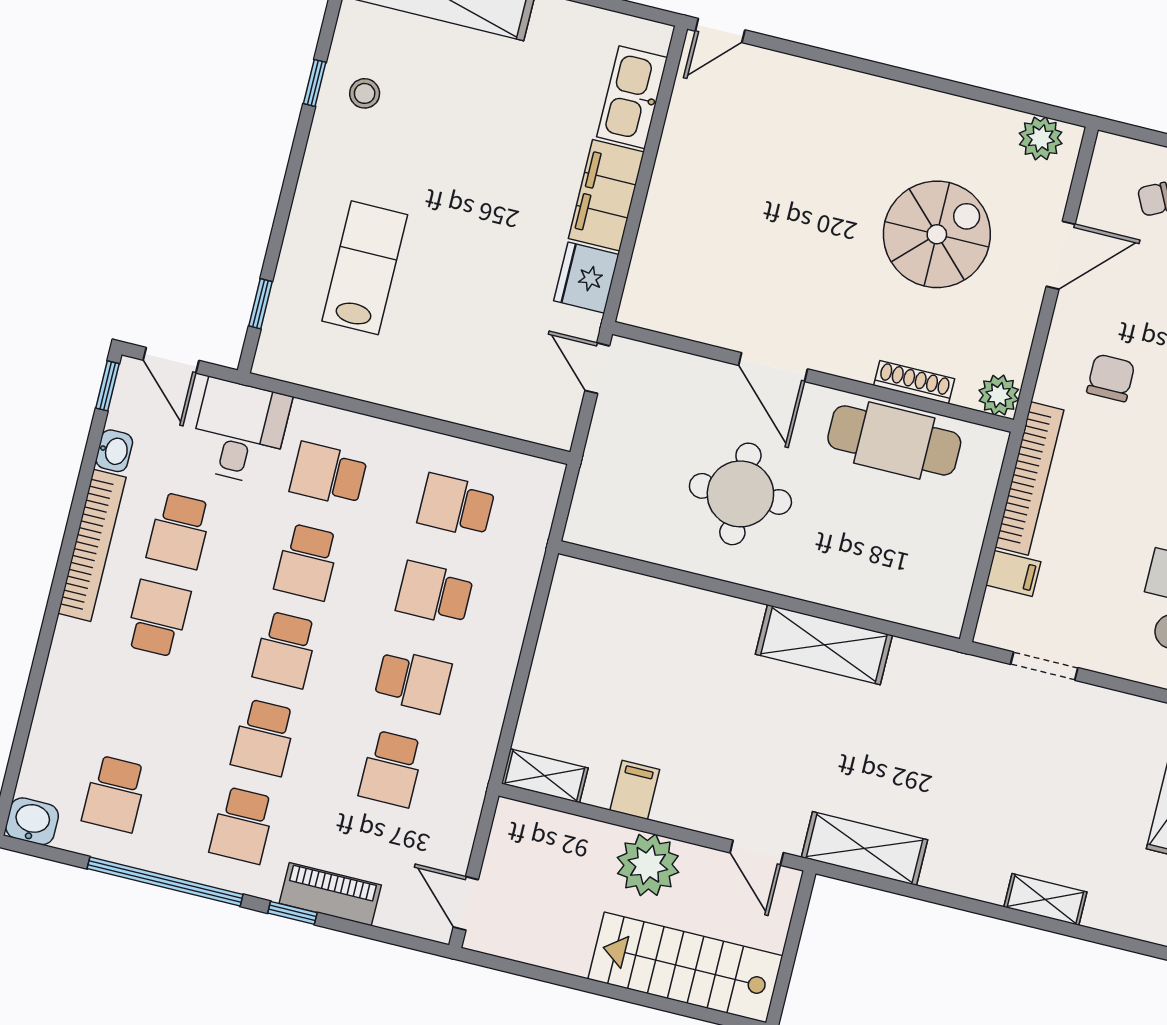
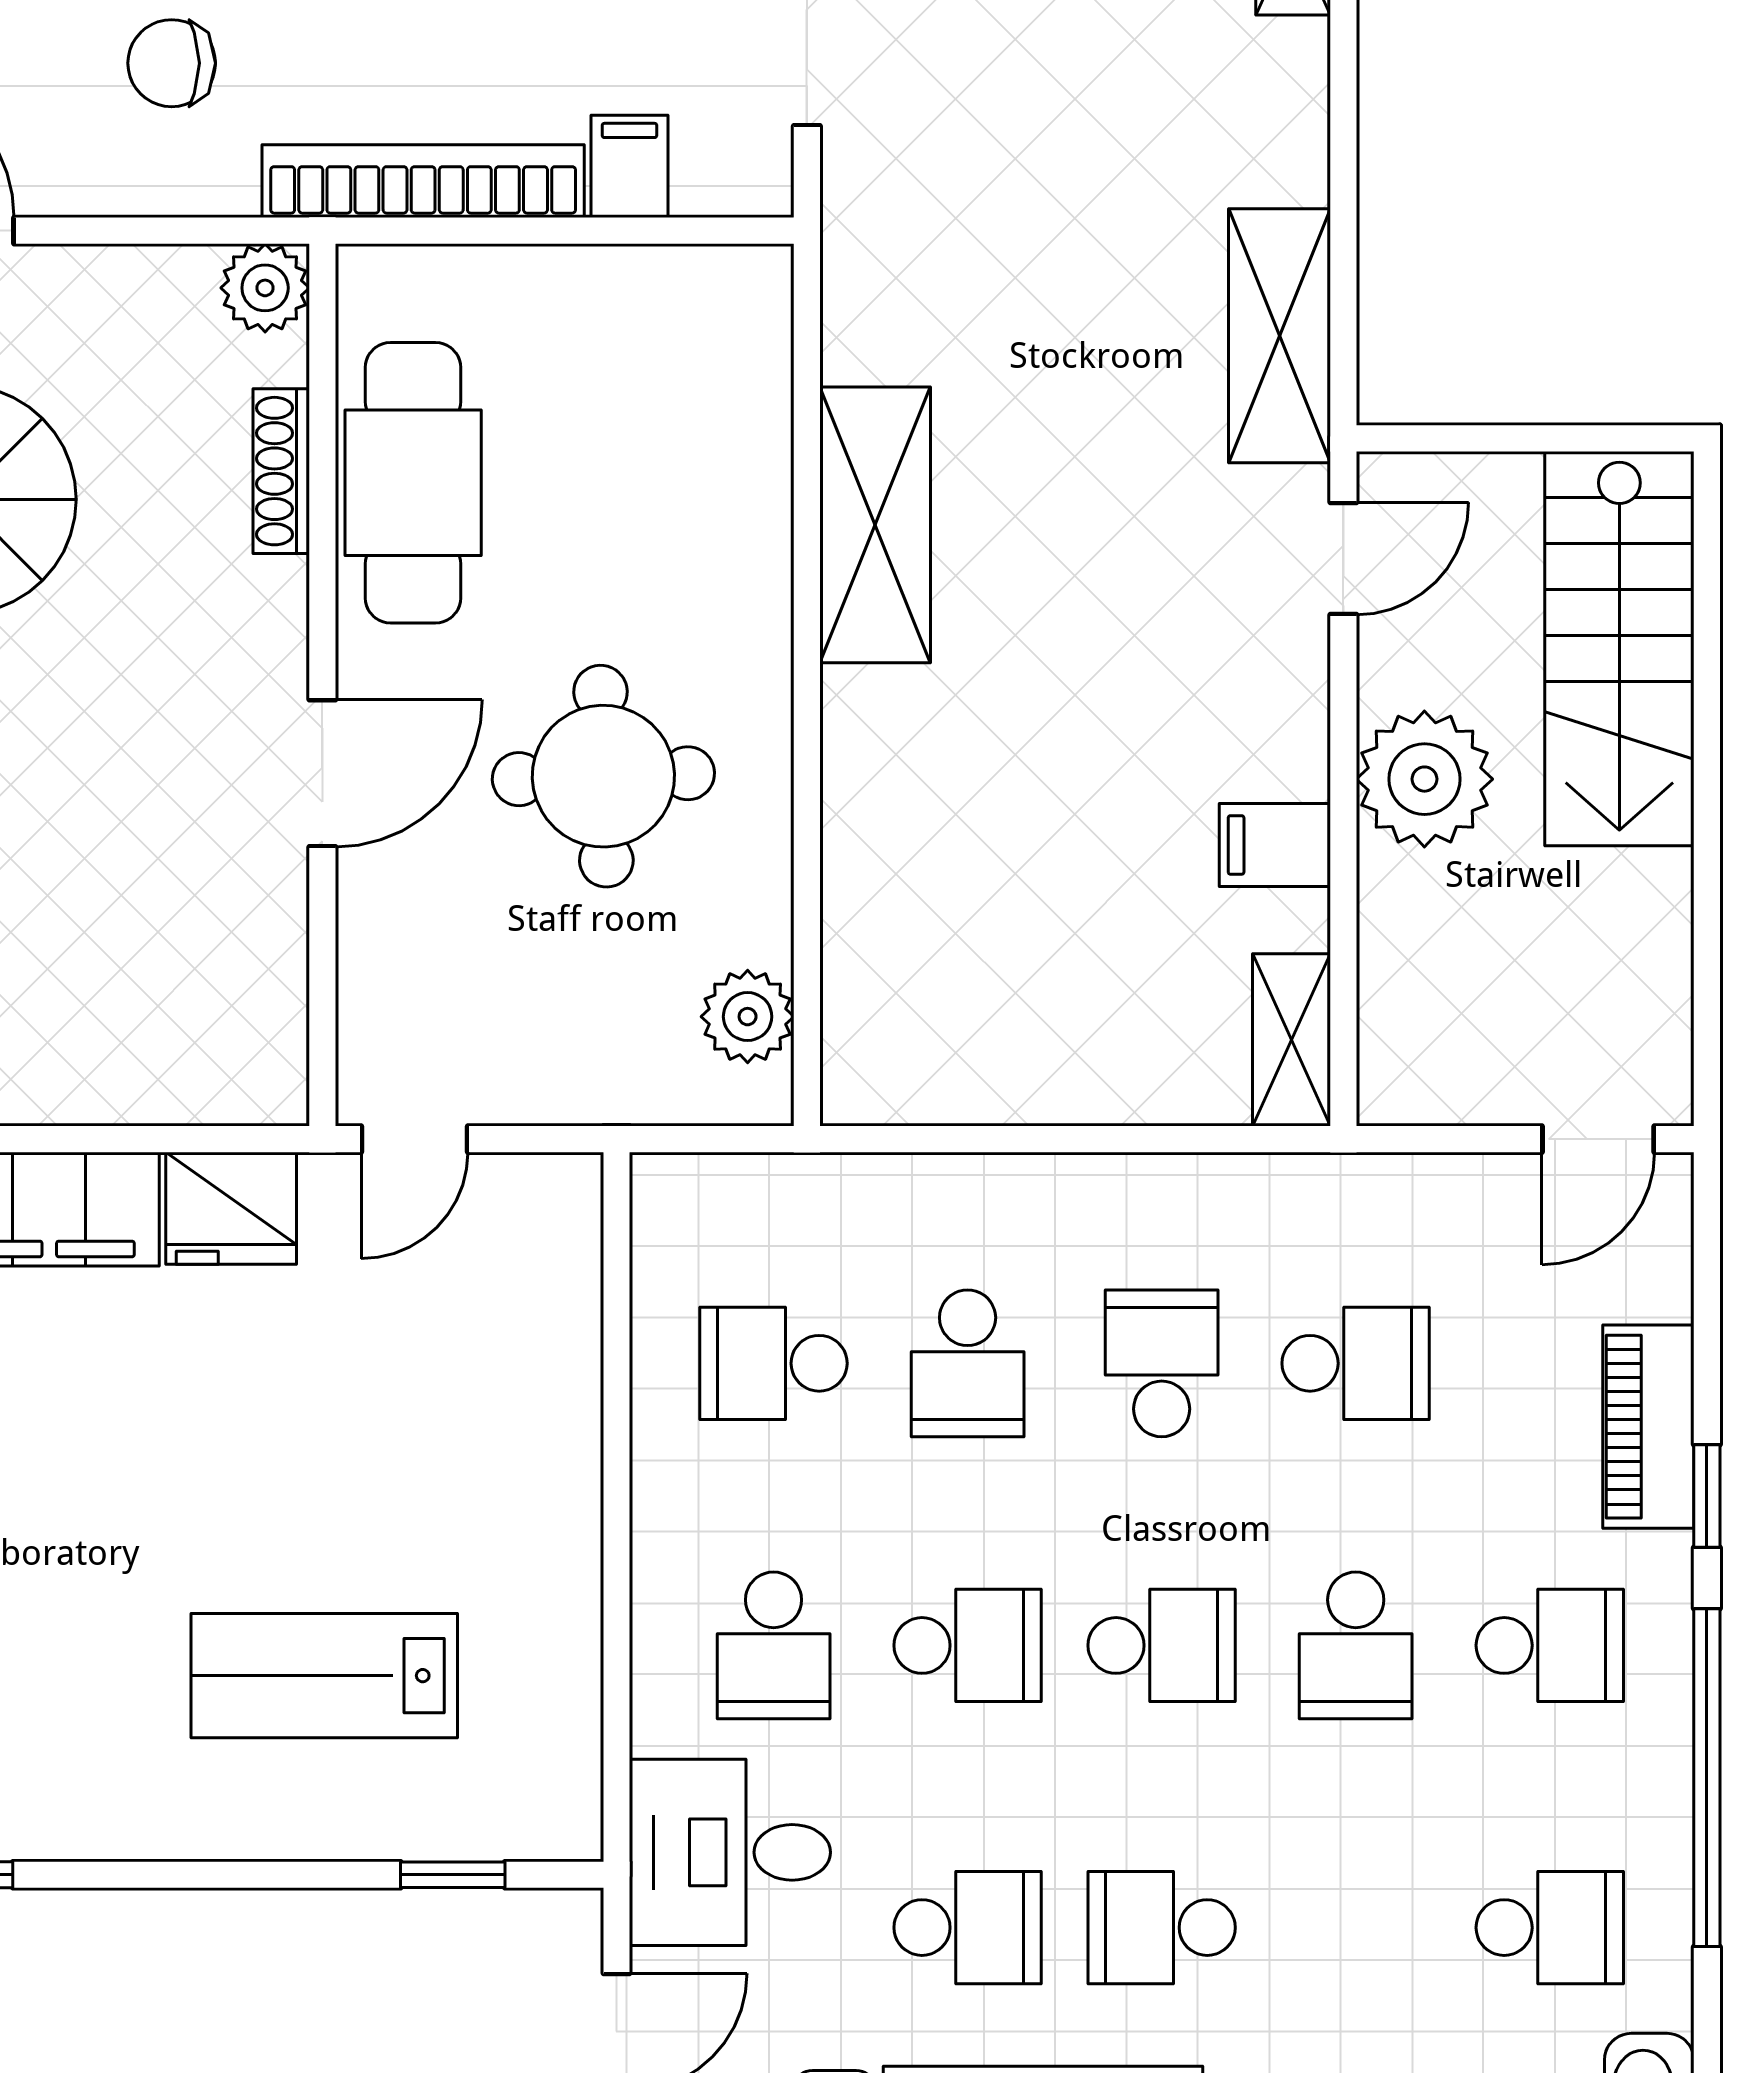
school desk: (456, 506) -> (774, 1363), turned 90
plant: (616, 532) -> (748, 1017), added
school desk: (264, 738) -> (1356, 1645), turned 90

